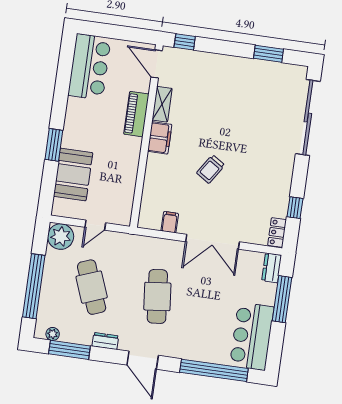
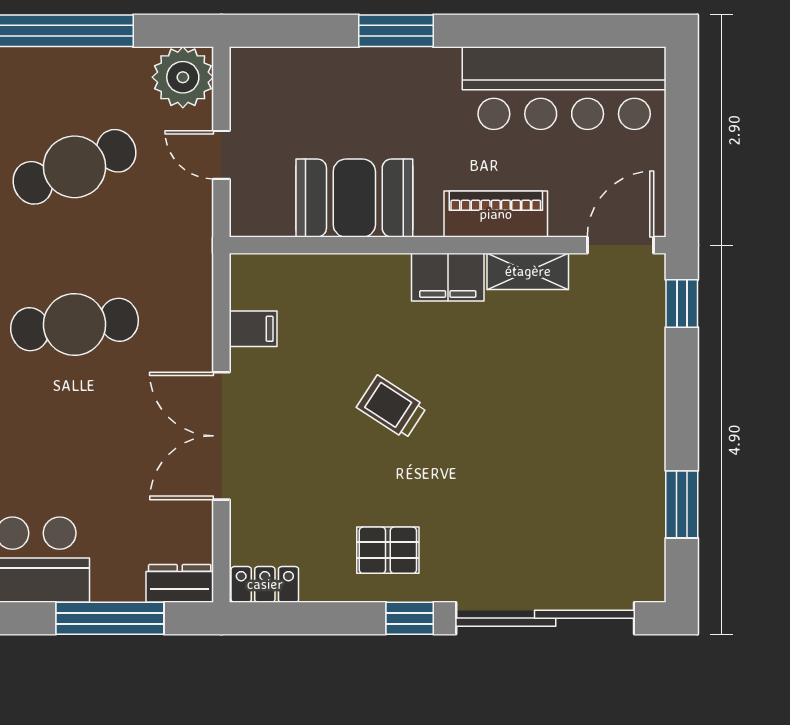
bar counter: (89, 67) -> (564, 88), width x1.36
booth: (73, 175) -> (354, 198), moved
pallet: (270, 179) -> (388, 550), added
window: (295, 208) -> (410, 618), moved

